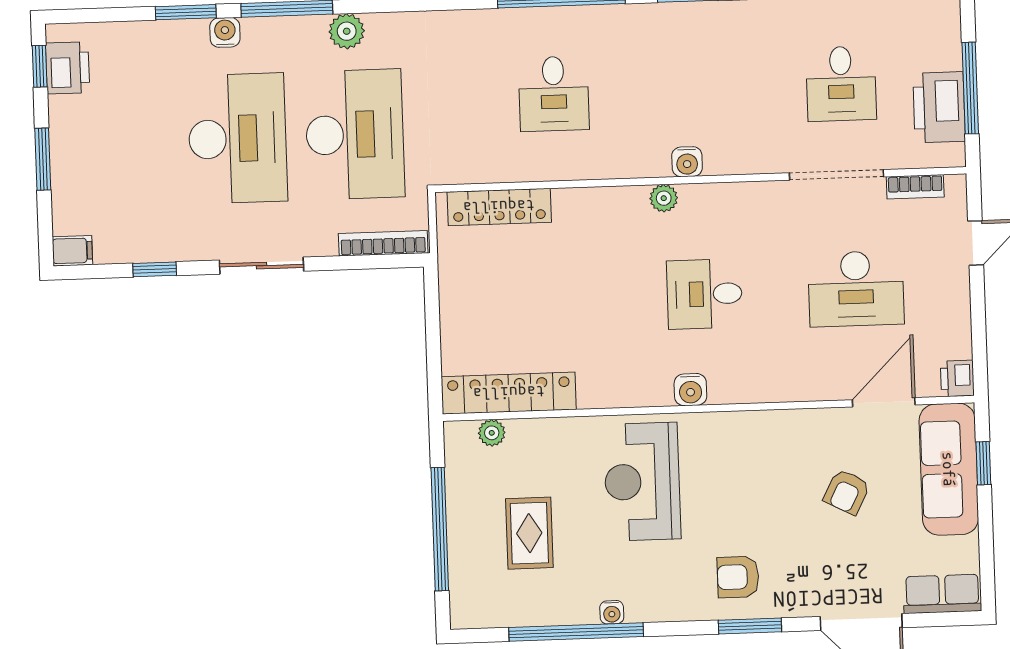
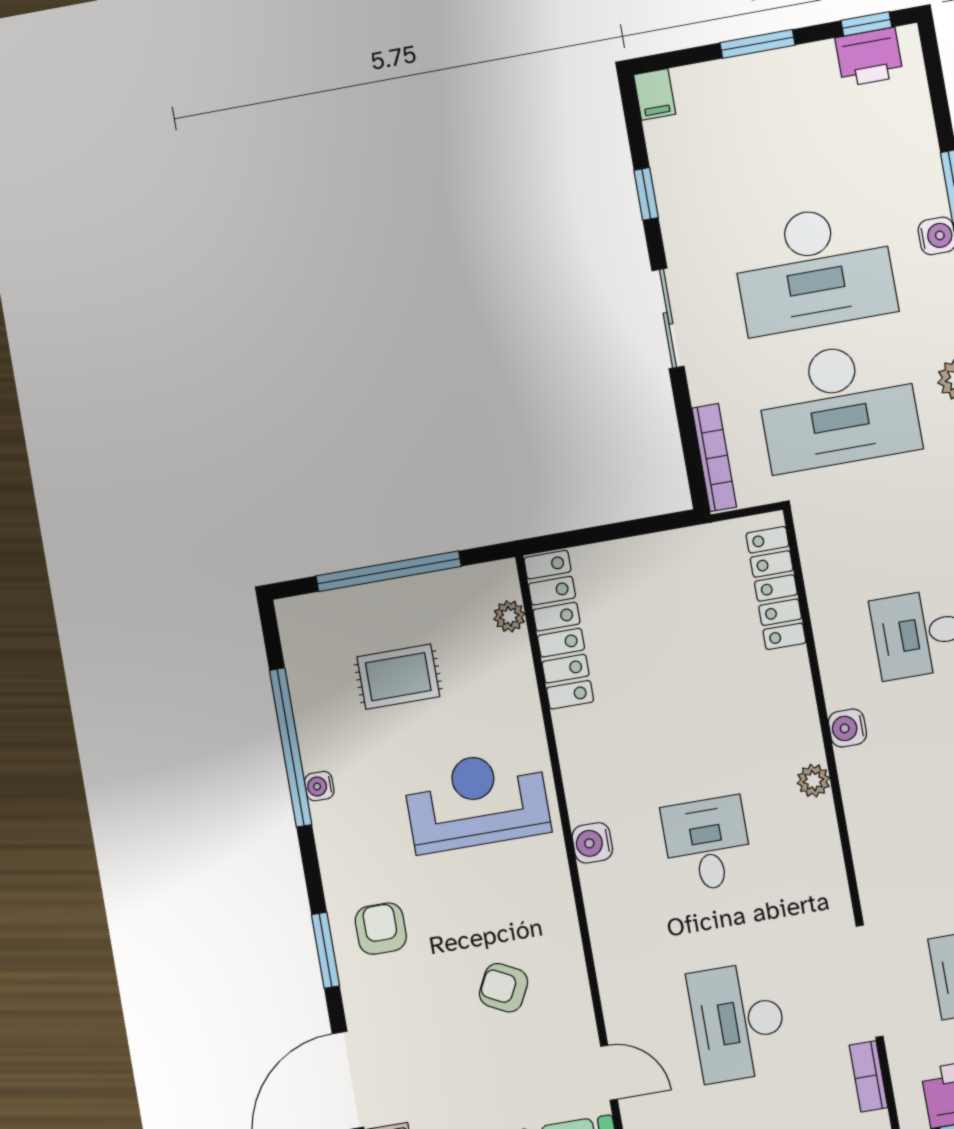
water cooler: (687, 162) -> (847, 728), moved
door: (884, 402) -> (609, 1073), width x0.73
armchair: (847, 492) -> (504, 988), moved

